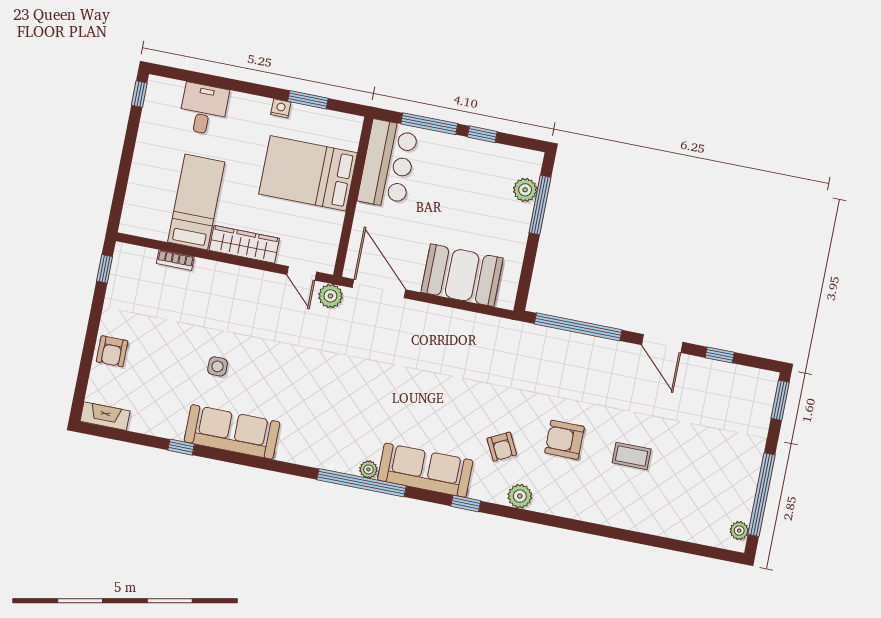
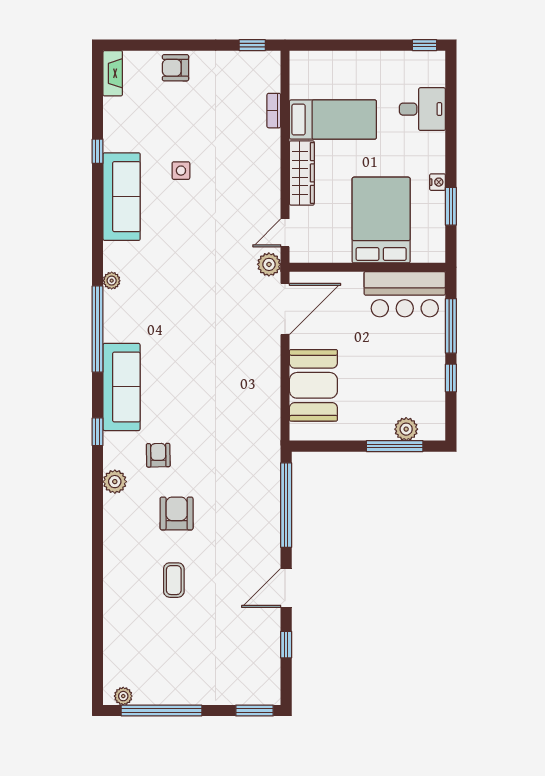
armchair: (502, 447) -> (158, 455), turned 116
plant: (368, 469) -> (112, 281), moved

